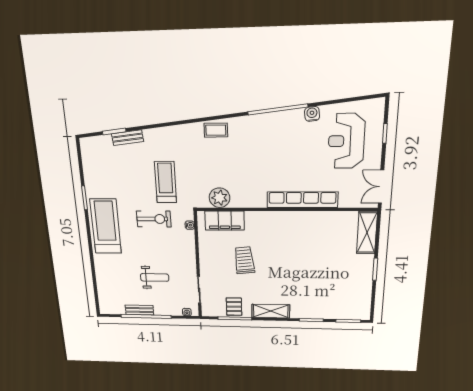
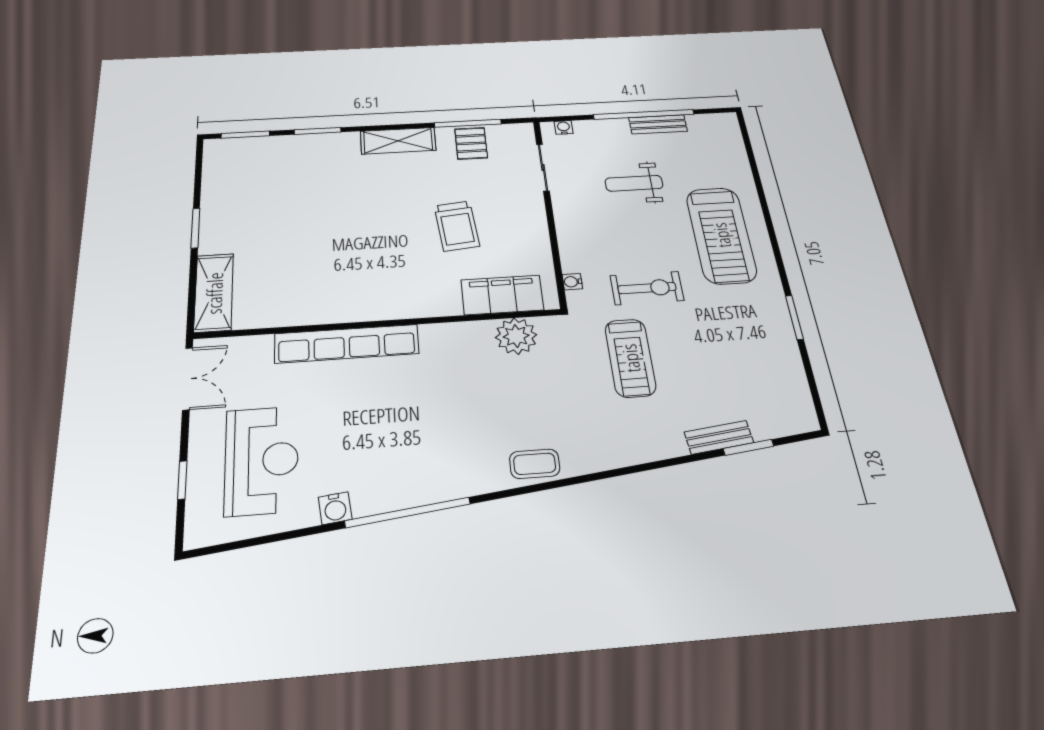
exercise bike: (154, 219) -> (647, 288), turned 180
treadmill: (106, 226) -> (721, 235), moved

